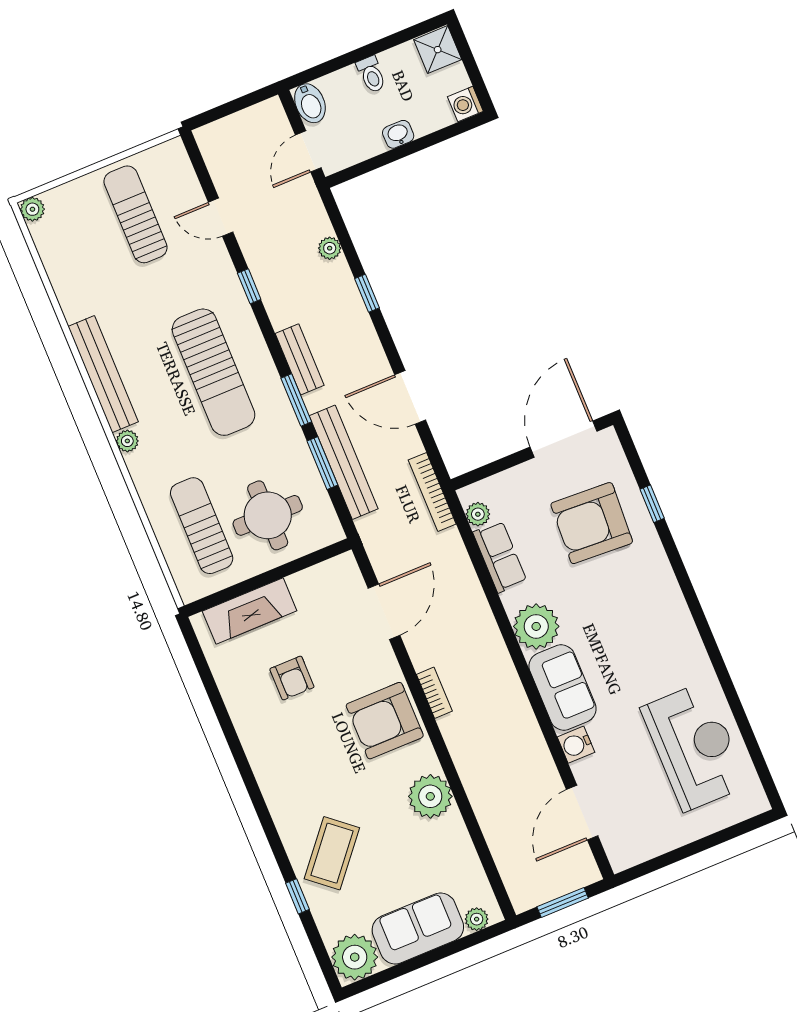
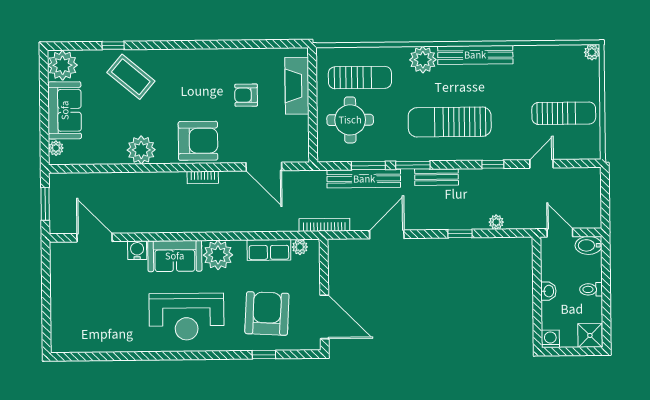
plant: (127, 441) -> (423, 60), width x1.88, depth x1.88
armchair: (385, 721) -> (198, 141), turned 90
reception desk: (694, 747) -> (186, 317), moved

